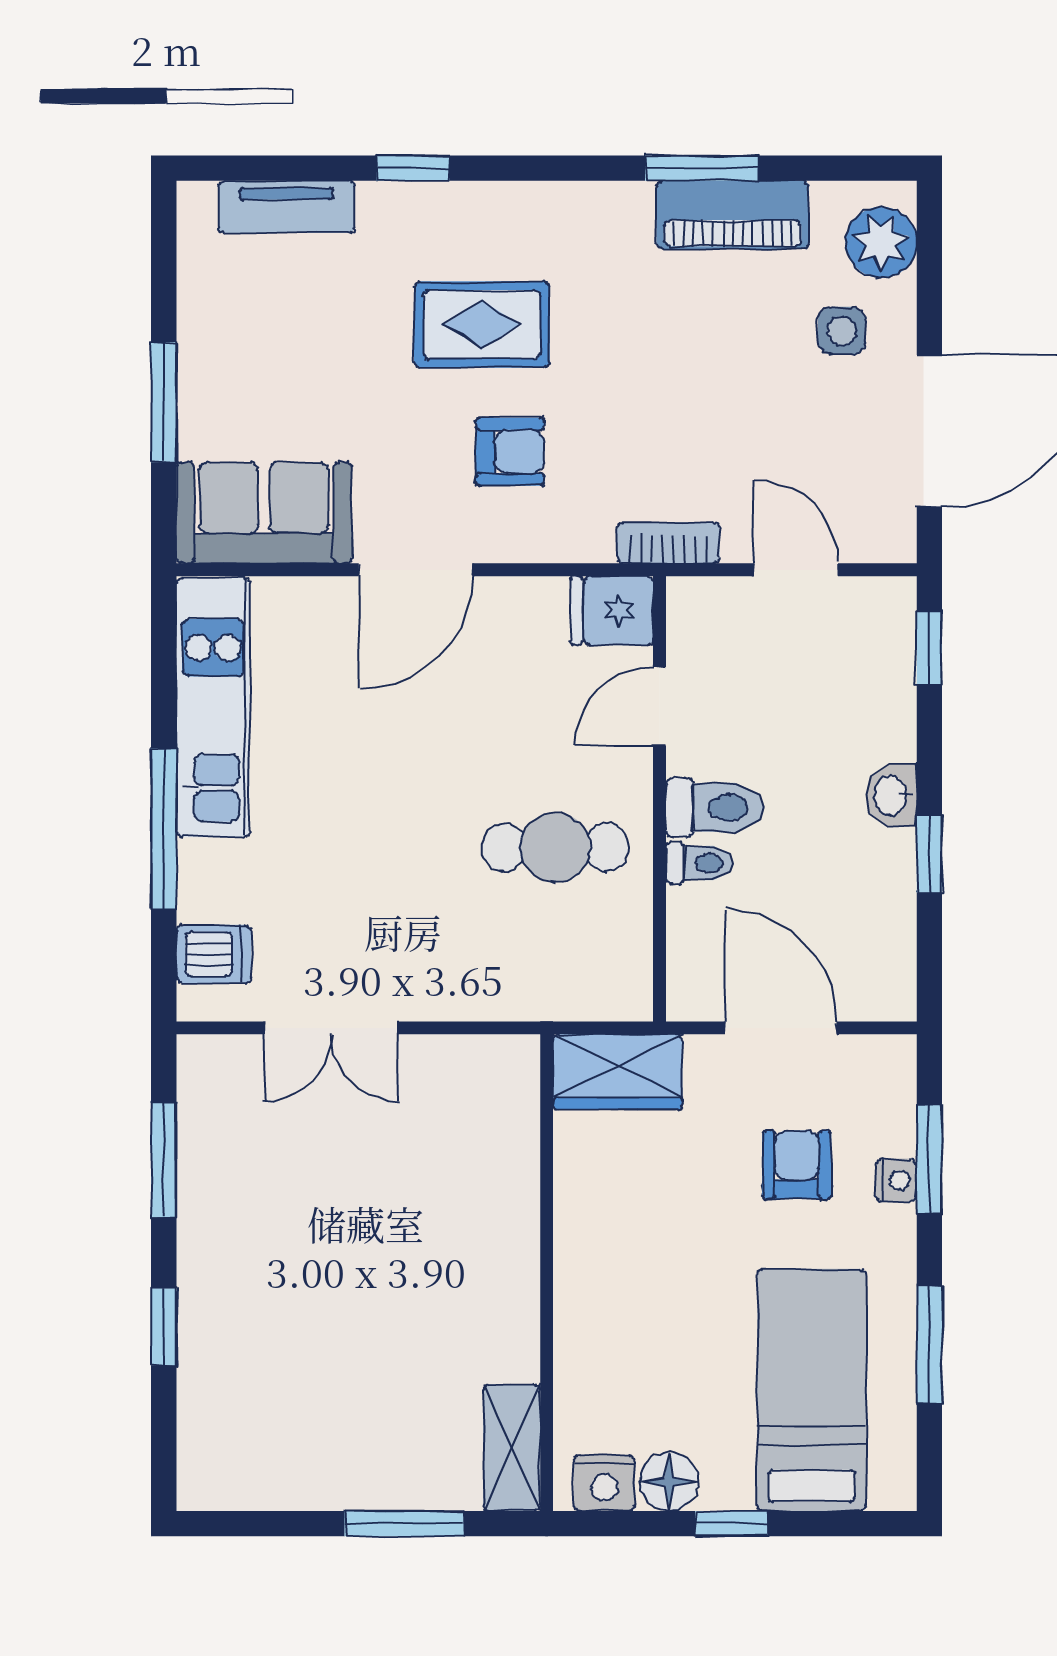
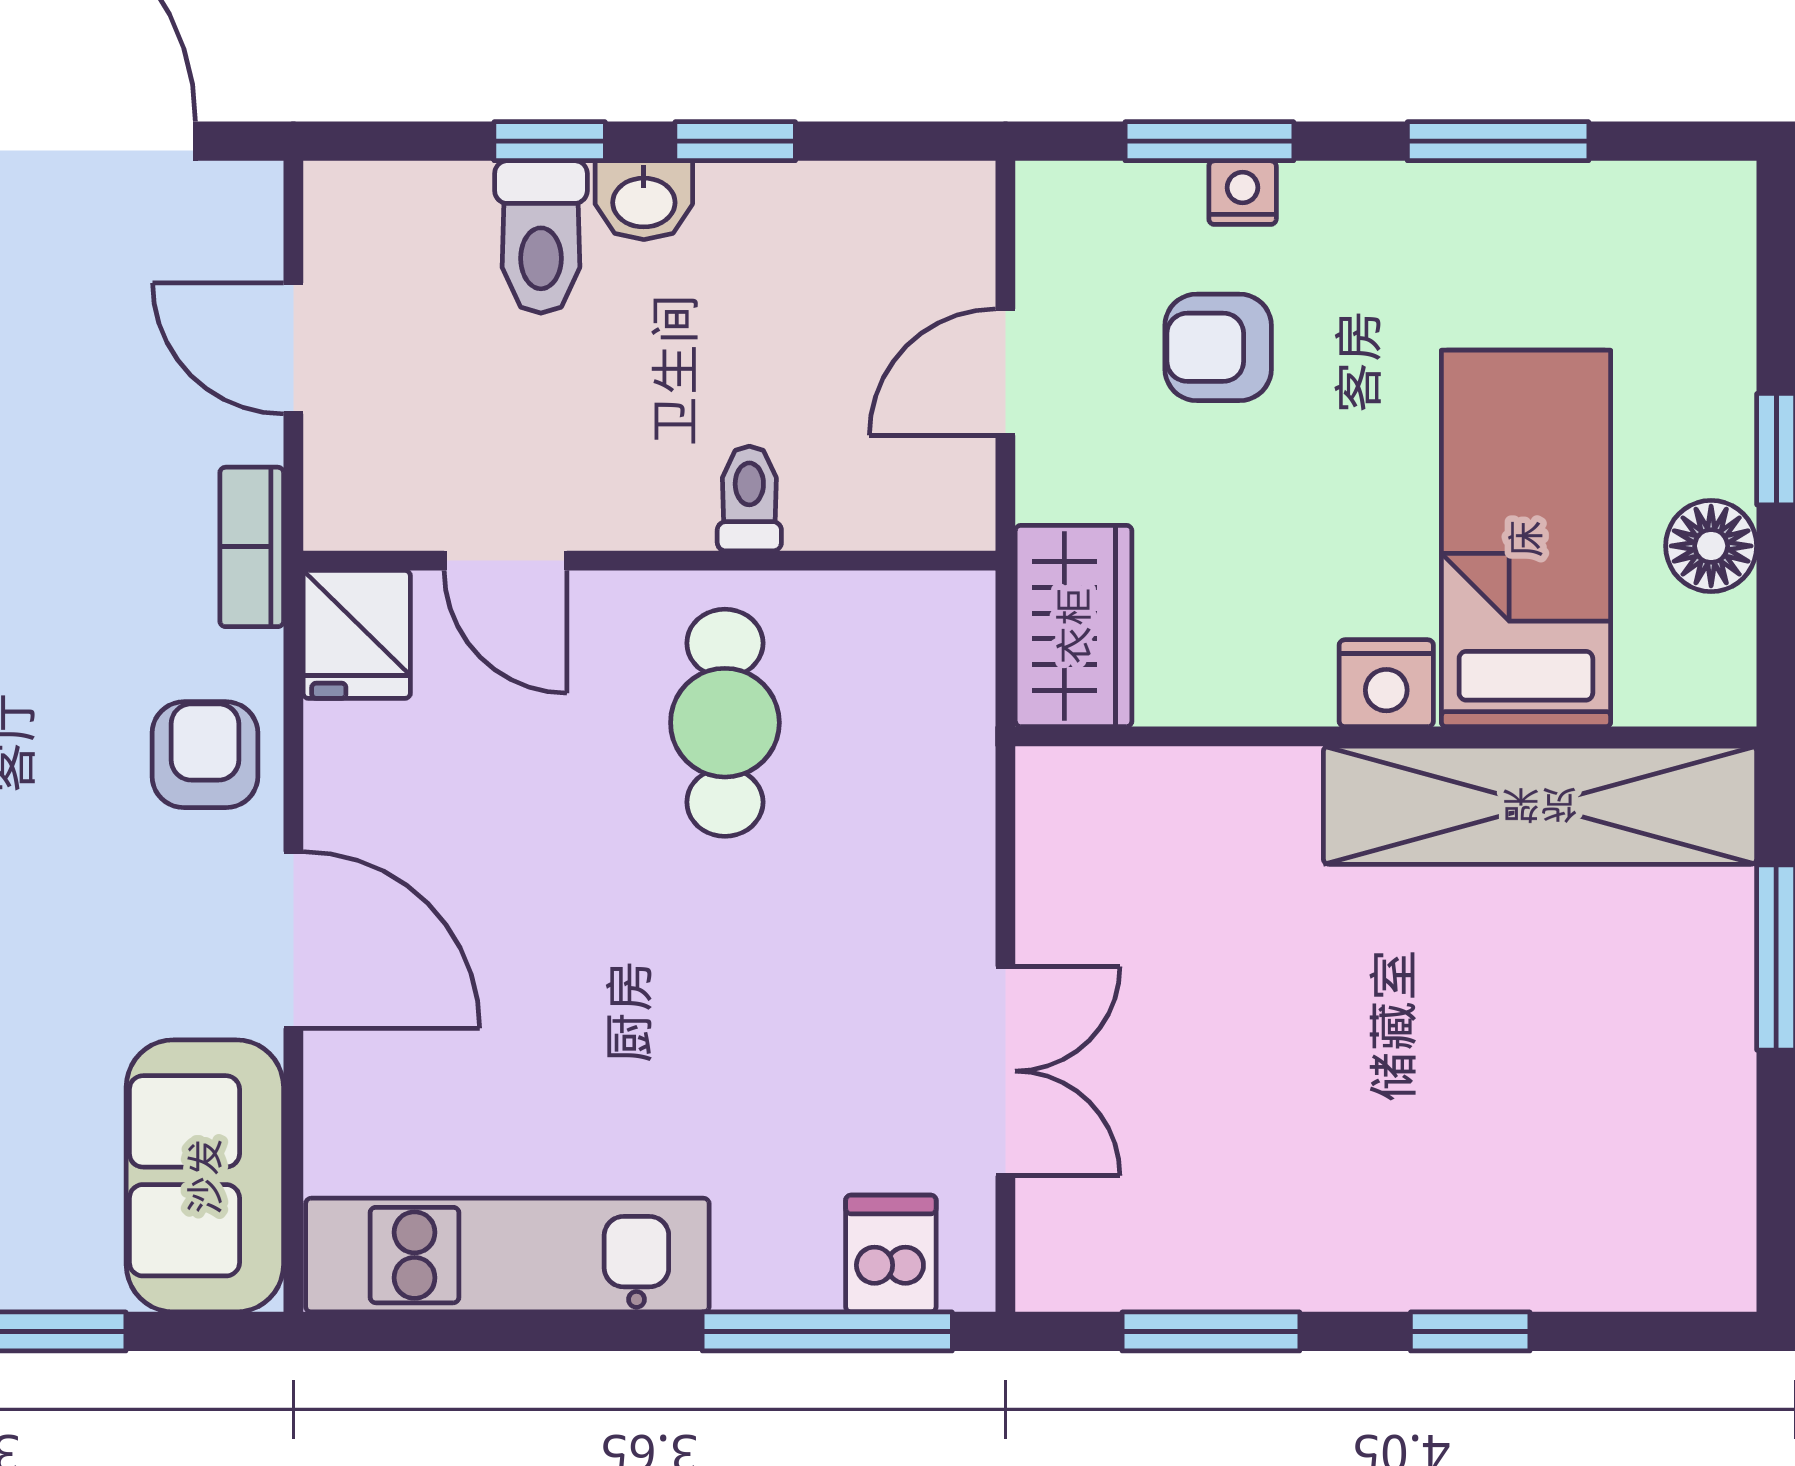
armchair: (510, 452) -> (205, 755), moved
door: (796, 570) -> (293, 348), hinge flipped
window: (929, 648) -> (550, 141), moved
toilet: (715, 808) -> (541, 237), moved, turned 180
window: (164, 829) -> (827, 1331), moved
door: (781, 1028) -> (1005, 372), width x0.73
bed: (812, 1390) -> (1526, 538), moved, turned 90
shelving: (512, 1448) -> (1540, 805), width x2.20, depth x1.33
nightstand: (604, 1483) -> (1386, 683), moved, turned 90

